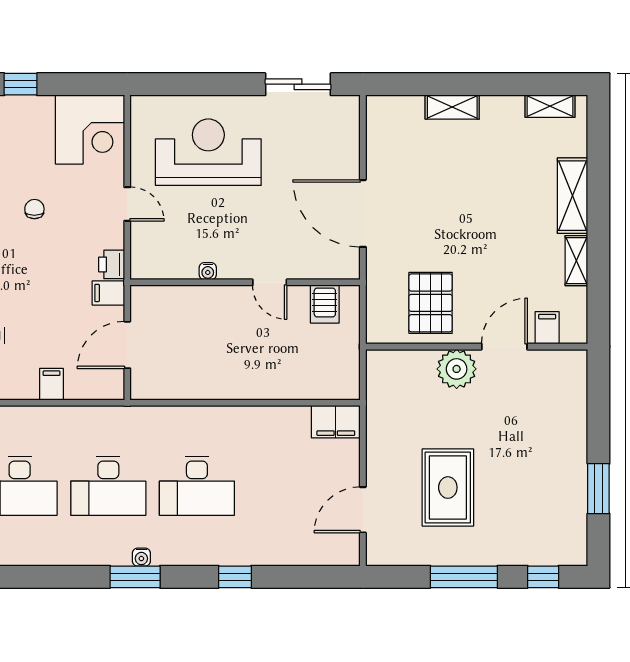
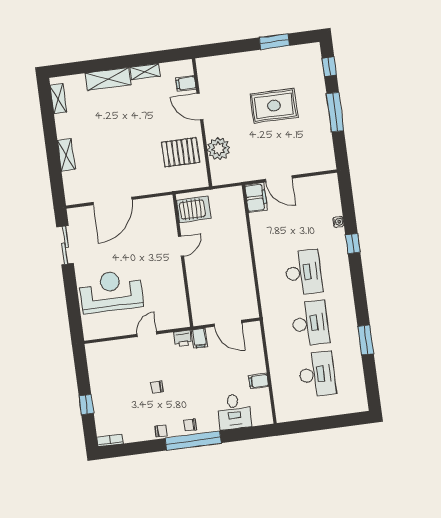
corner desk: (90, 129) -> (107, 361), removed
reception desk: (208, 152) -> (111, 291), turned 90
door: (363, 213) -> (113, 201), moved
water cooler: (208, 271) -> (179, 283), removed
server rack: (325, 304) -> (194, 209), width x1.36, depth x1.44
plant: (457, 369) -> (219, 149), moved
filing cabinet: (51, 384) -> (259, 381), moved
rug: (448, 488) -> (274, 106), moved
door: (363, 510) -> (279, 179), moved
water cooler: (141, 557) -> (338, 222), moved
window: (135, 577) -> (366, 340), moved

